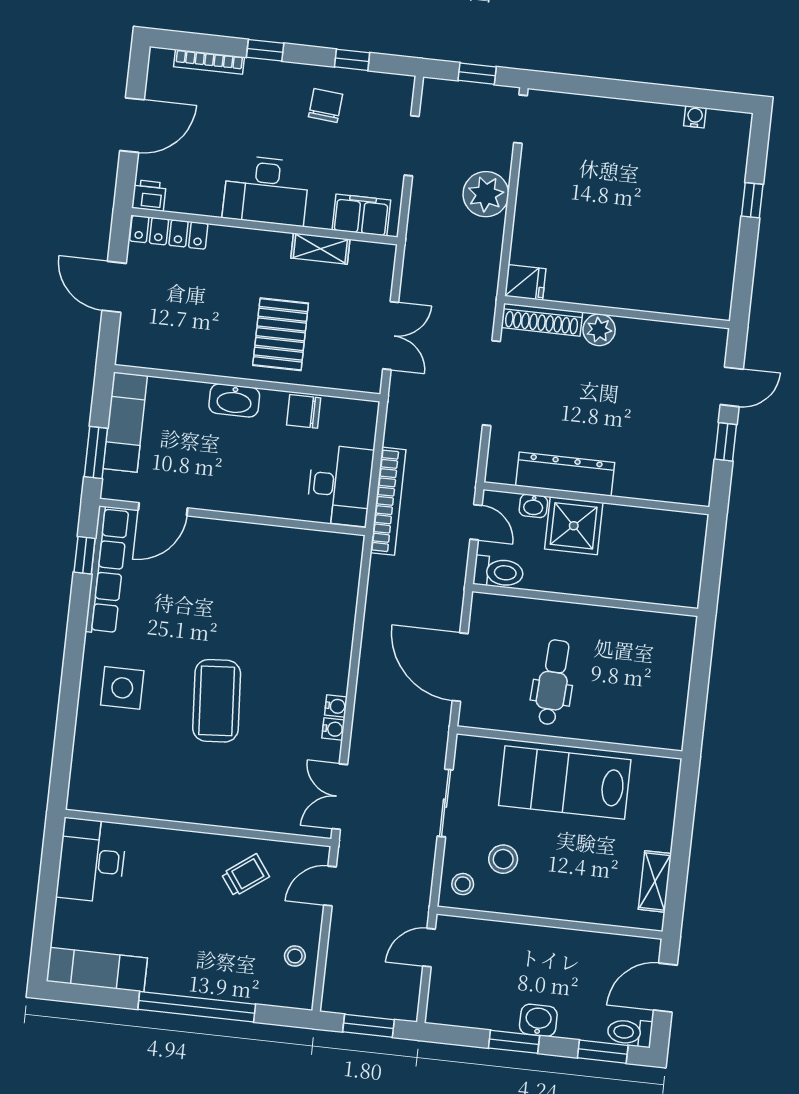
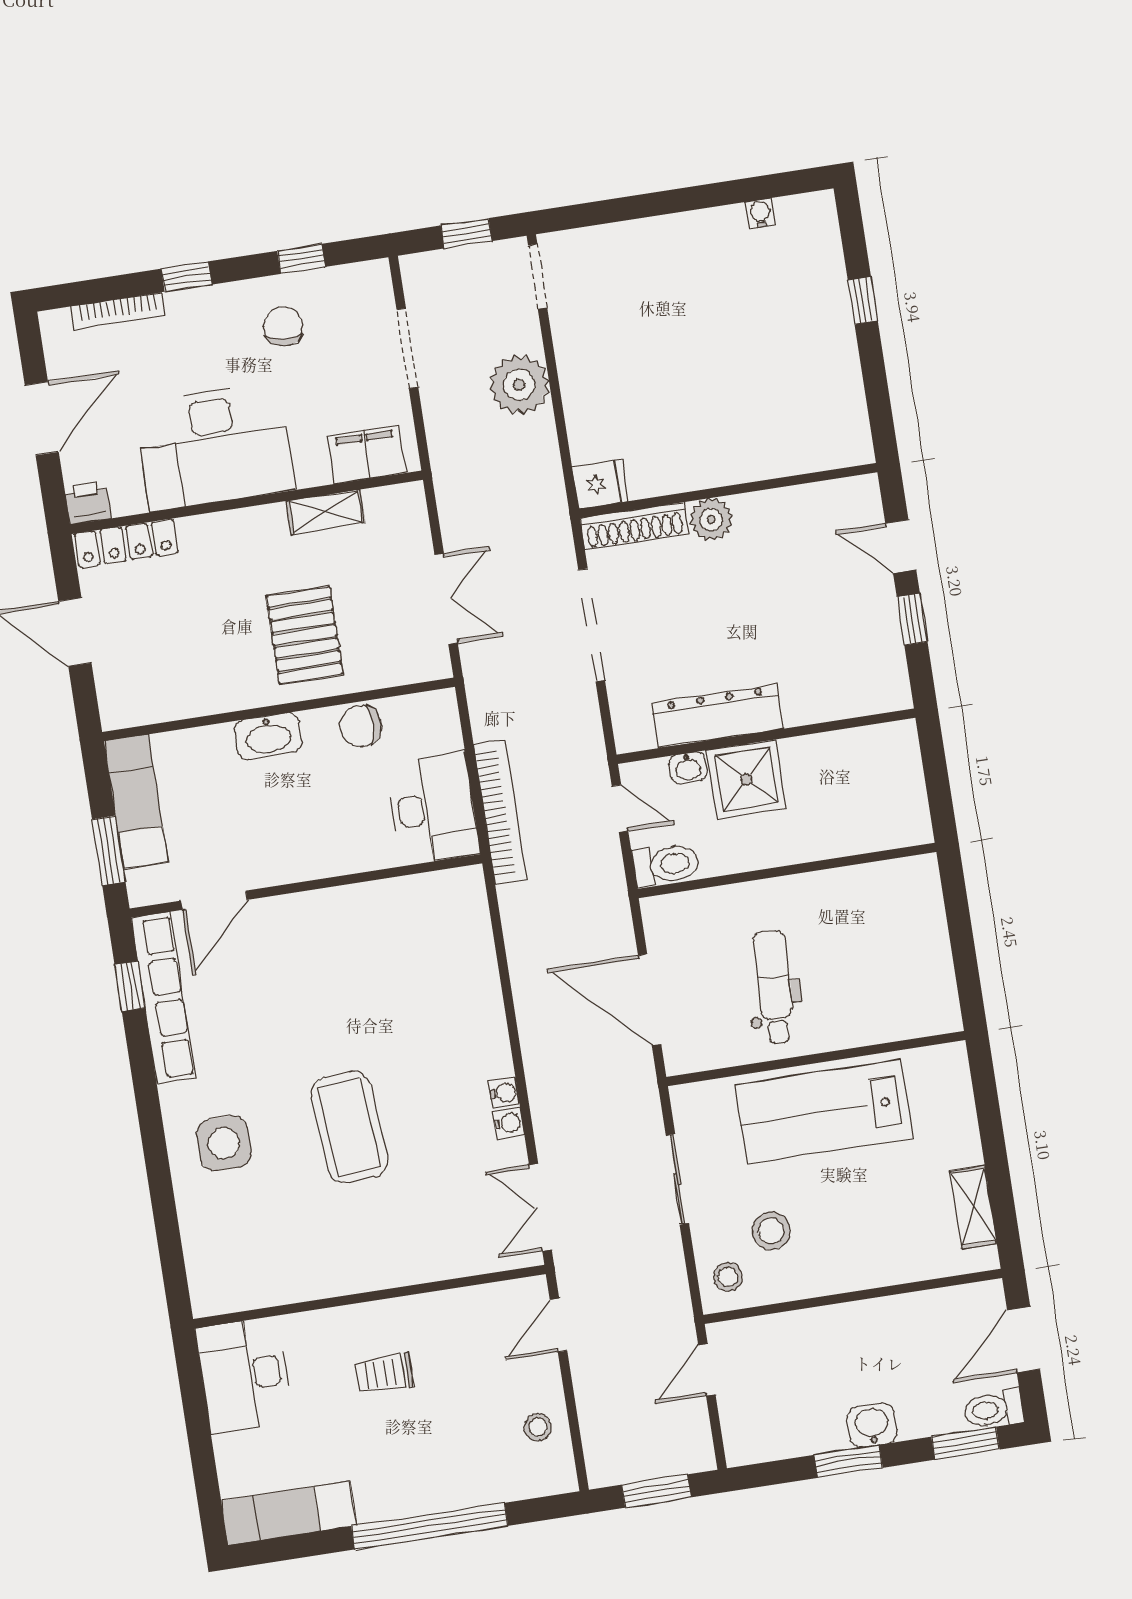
desk: (266, 191) -> (215, 446), width x1.36, depth x1.30
door: (732, 387) -> (901, 547), swing flipped
trolley: (245, 875) -> (384, 1373), moved, turned -144

